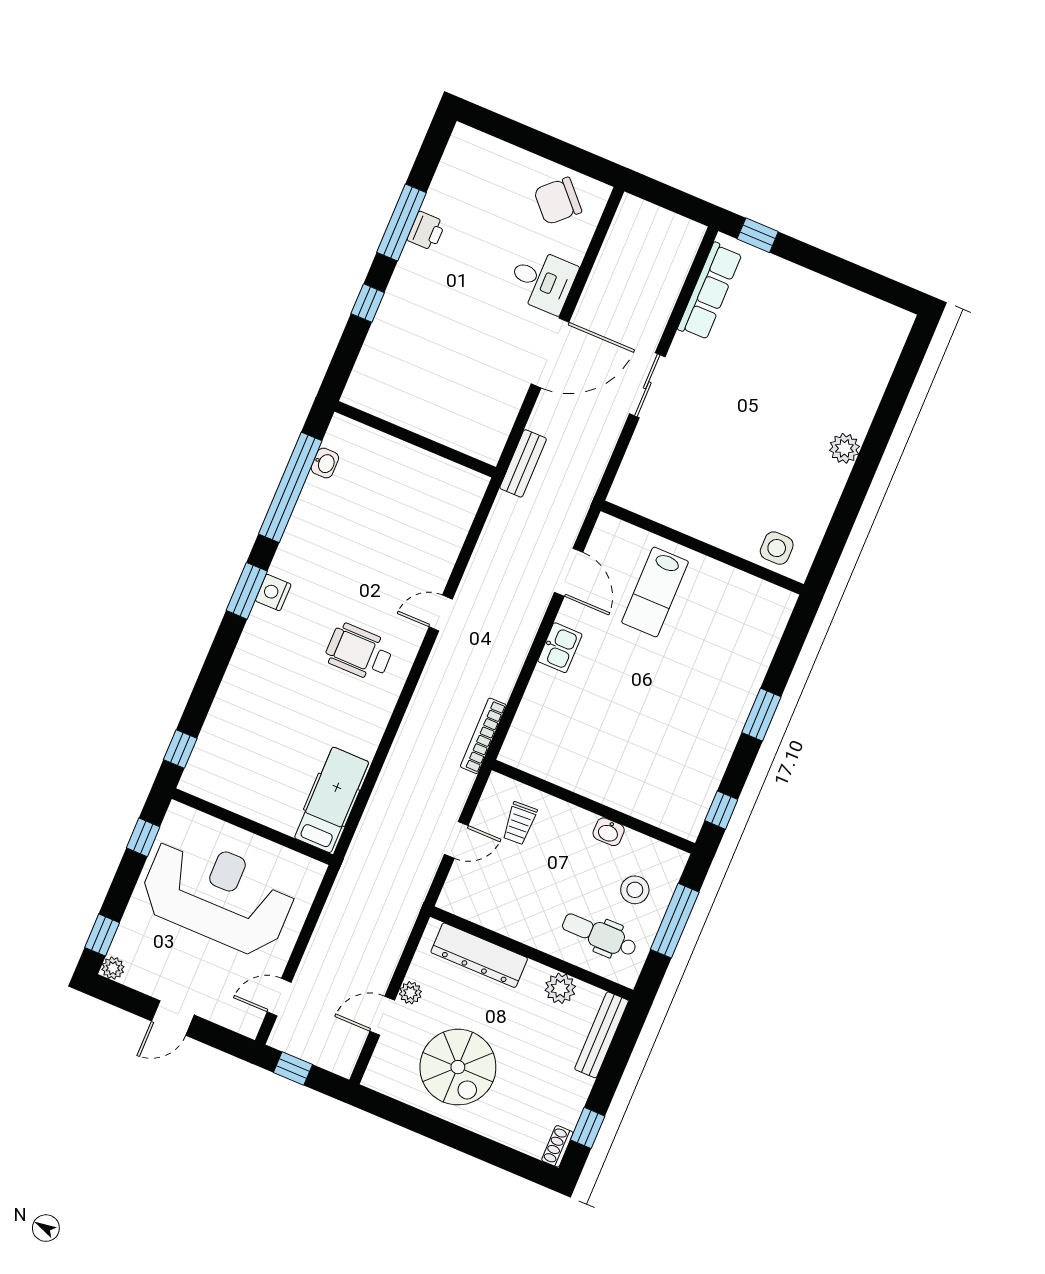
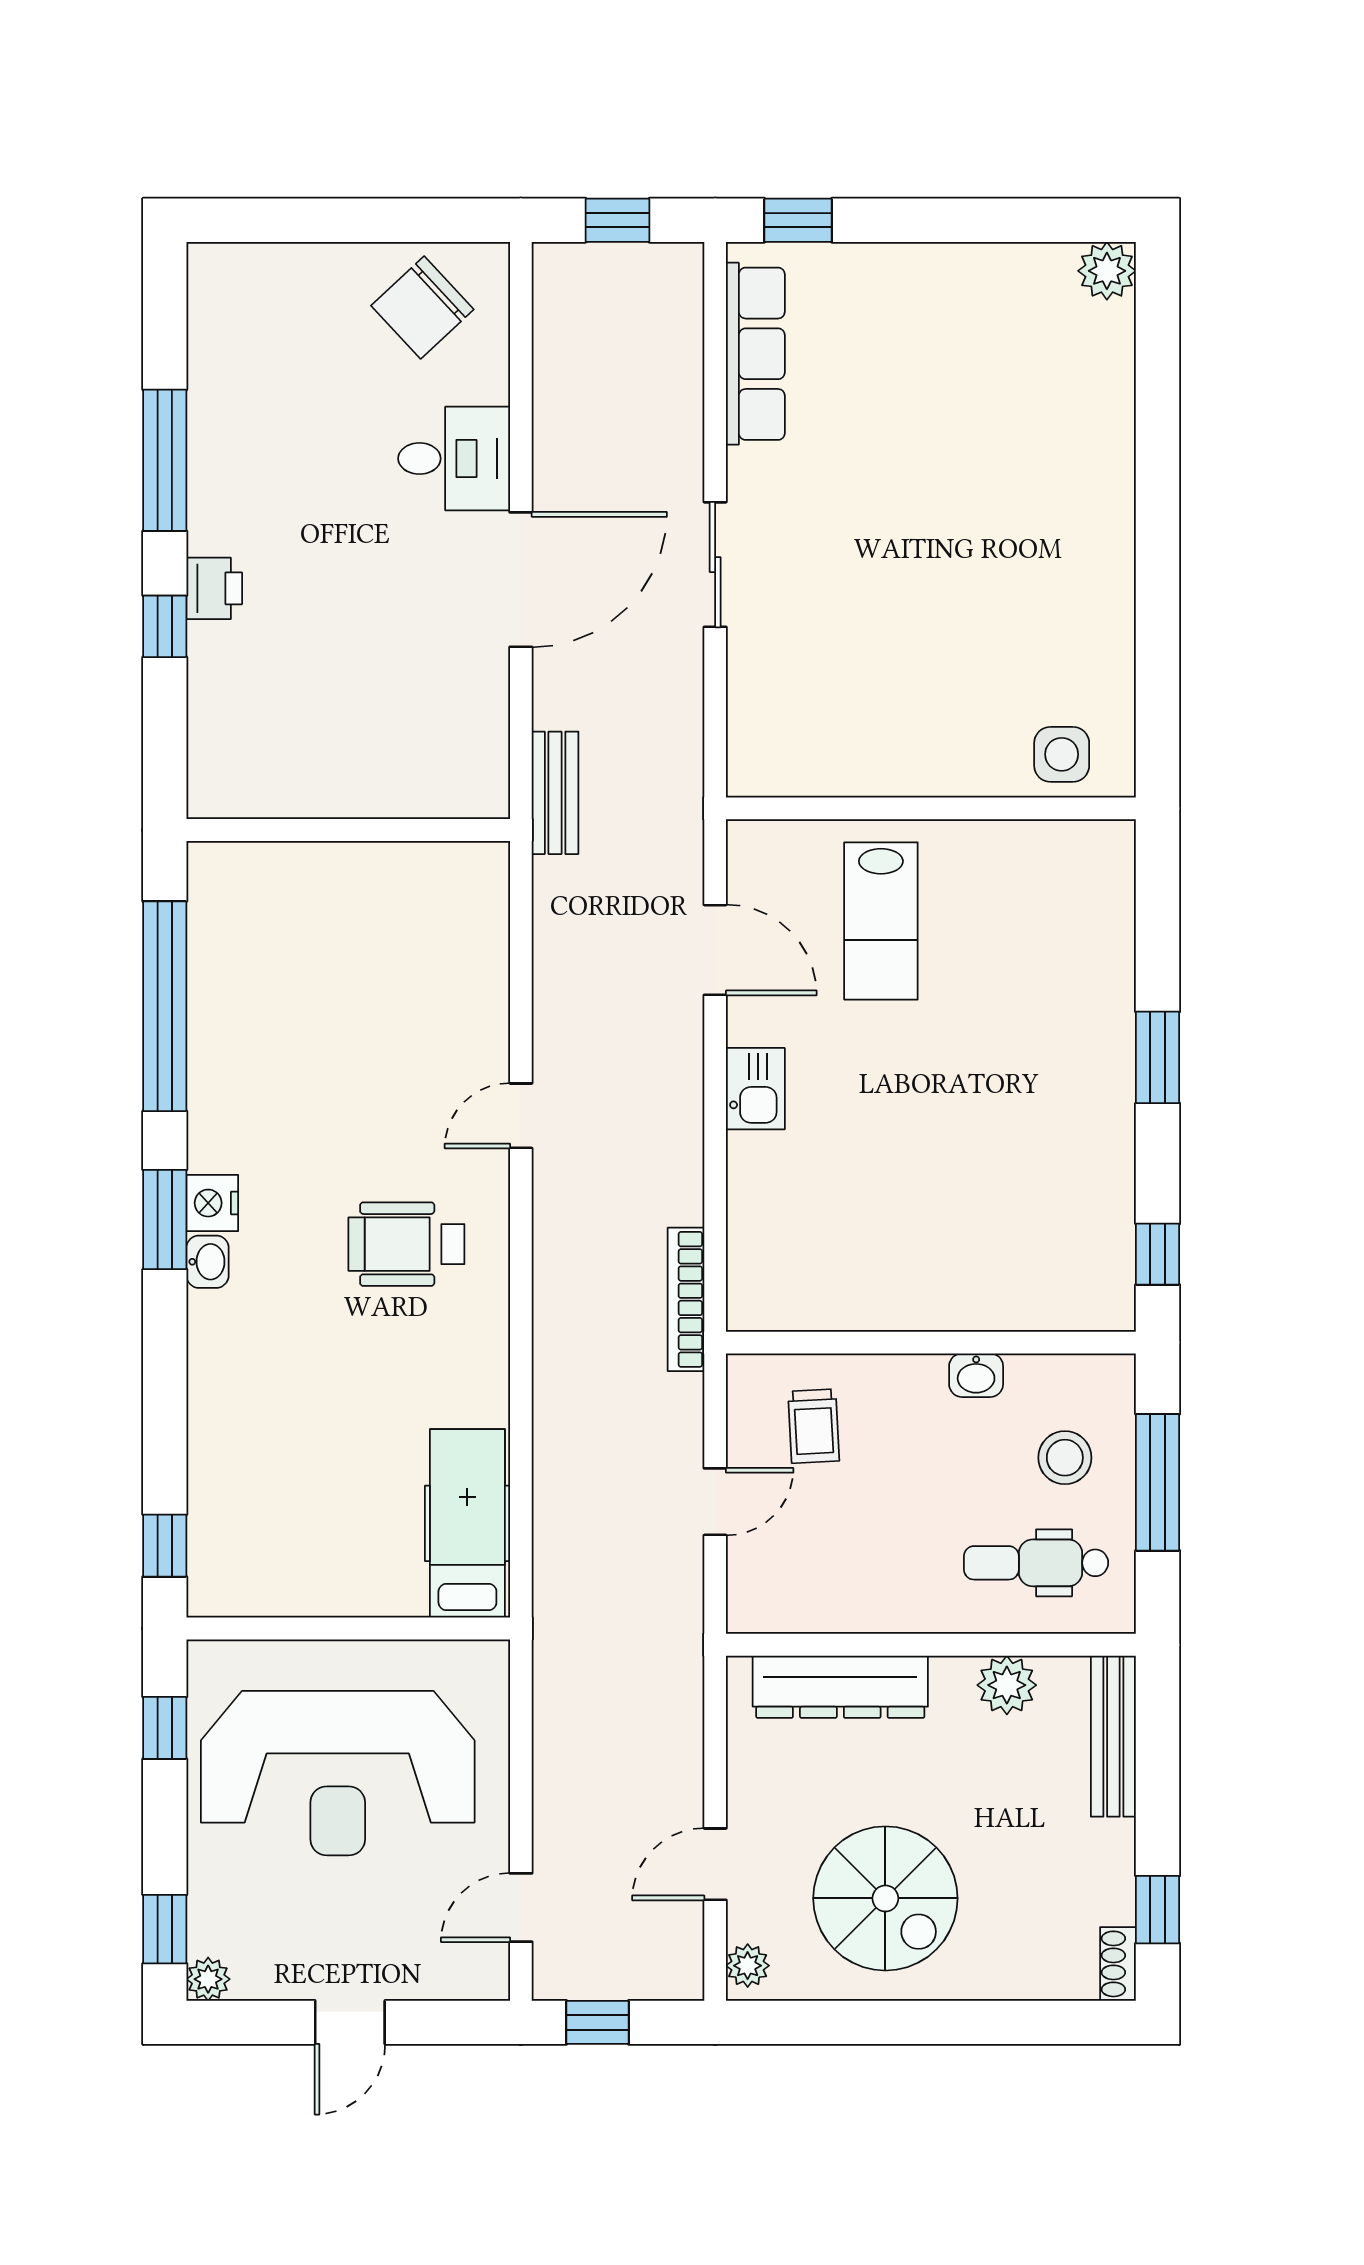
window: (670, 198) -> (617, 220), added
printer: (426, 231) -> (214, 588), moved
plant: (844, 448) -> (1107, 271), moved
washbasin: (325, 463) -> (208, 1262), moved
reception desk: (218, 895) -> (338, 1773), turned 180
plant: (410, 993) -> (748, 1966), moved

